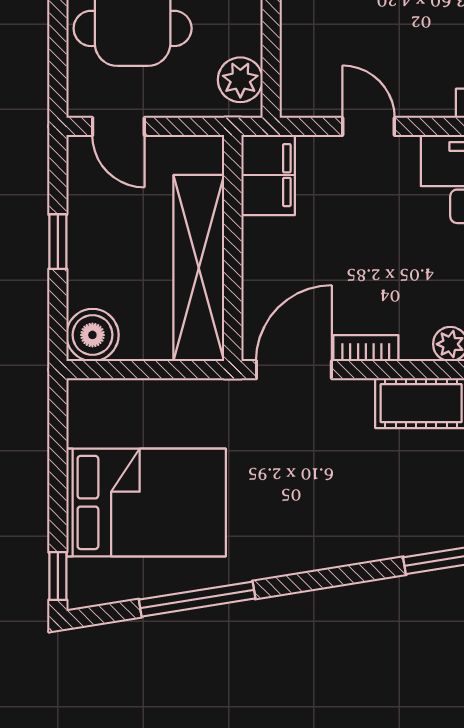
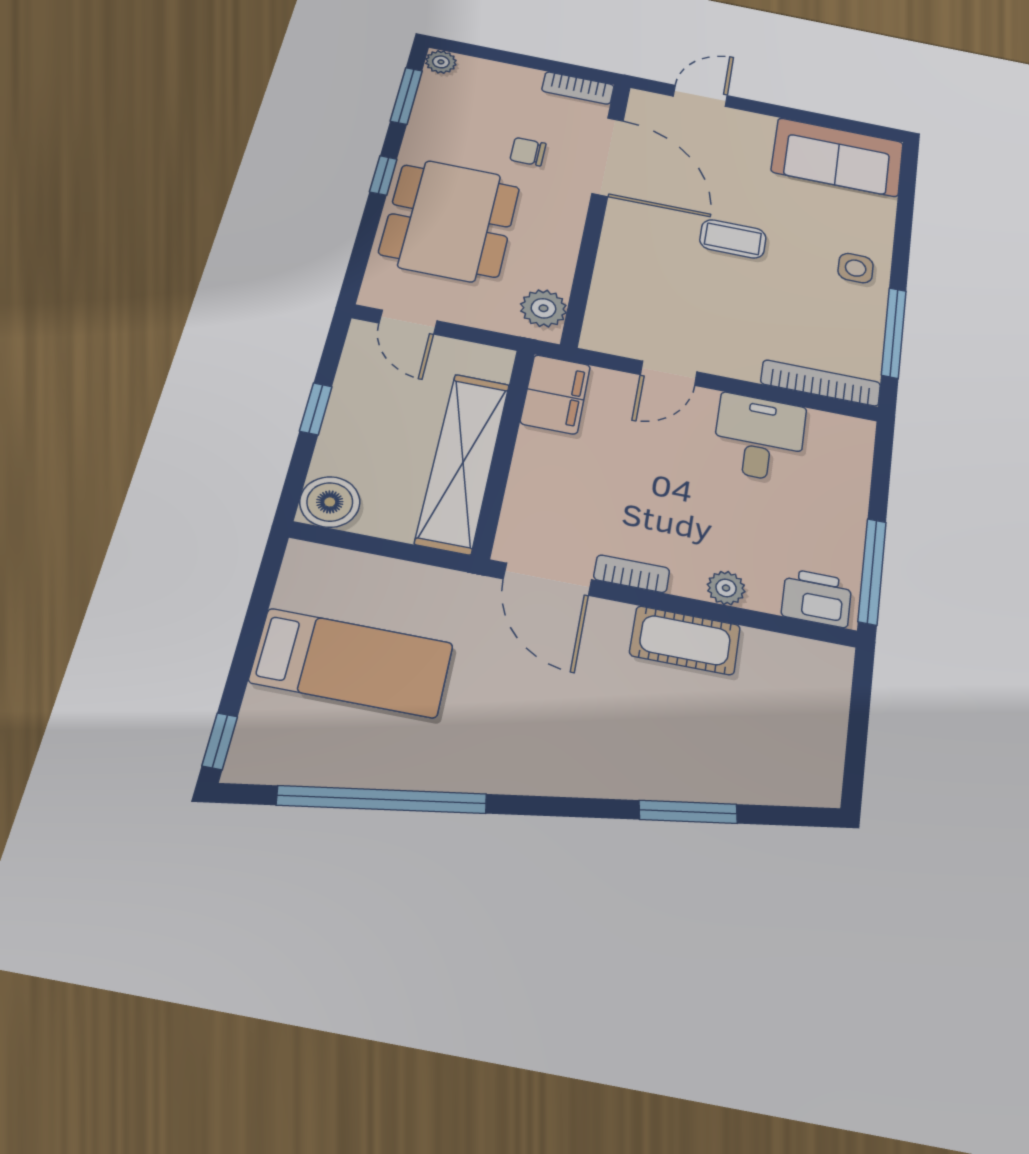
door: (369, 126) -> (669, 373), swing flipped
door: (294, 370) -> (547, 579), swing flipped
bed: (146, 502) -> (352, 663), width x0.67
window: (197, 599) -> (382, 800), width x1.46

